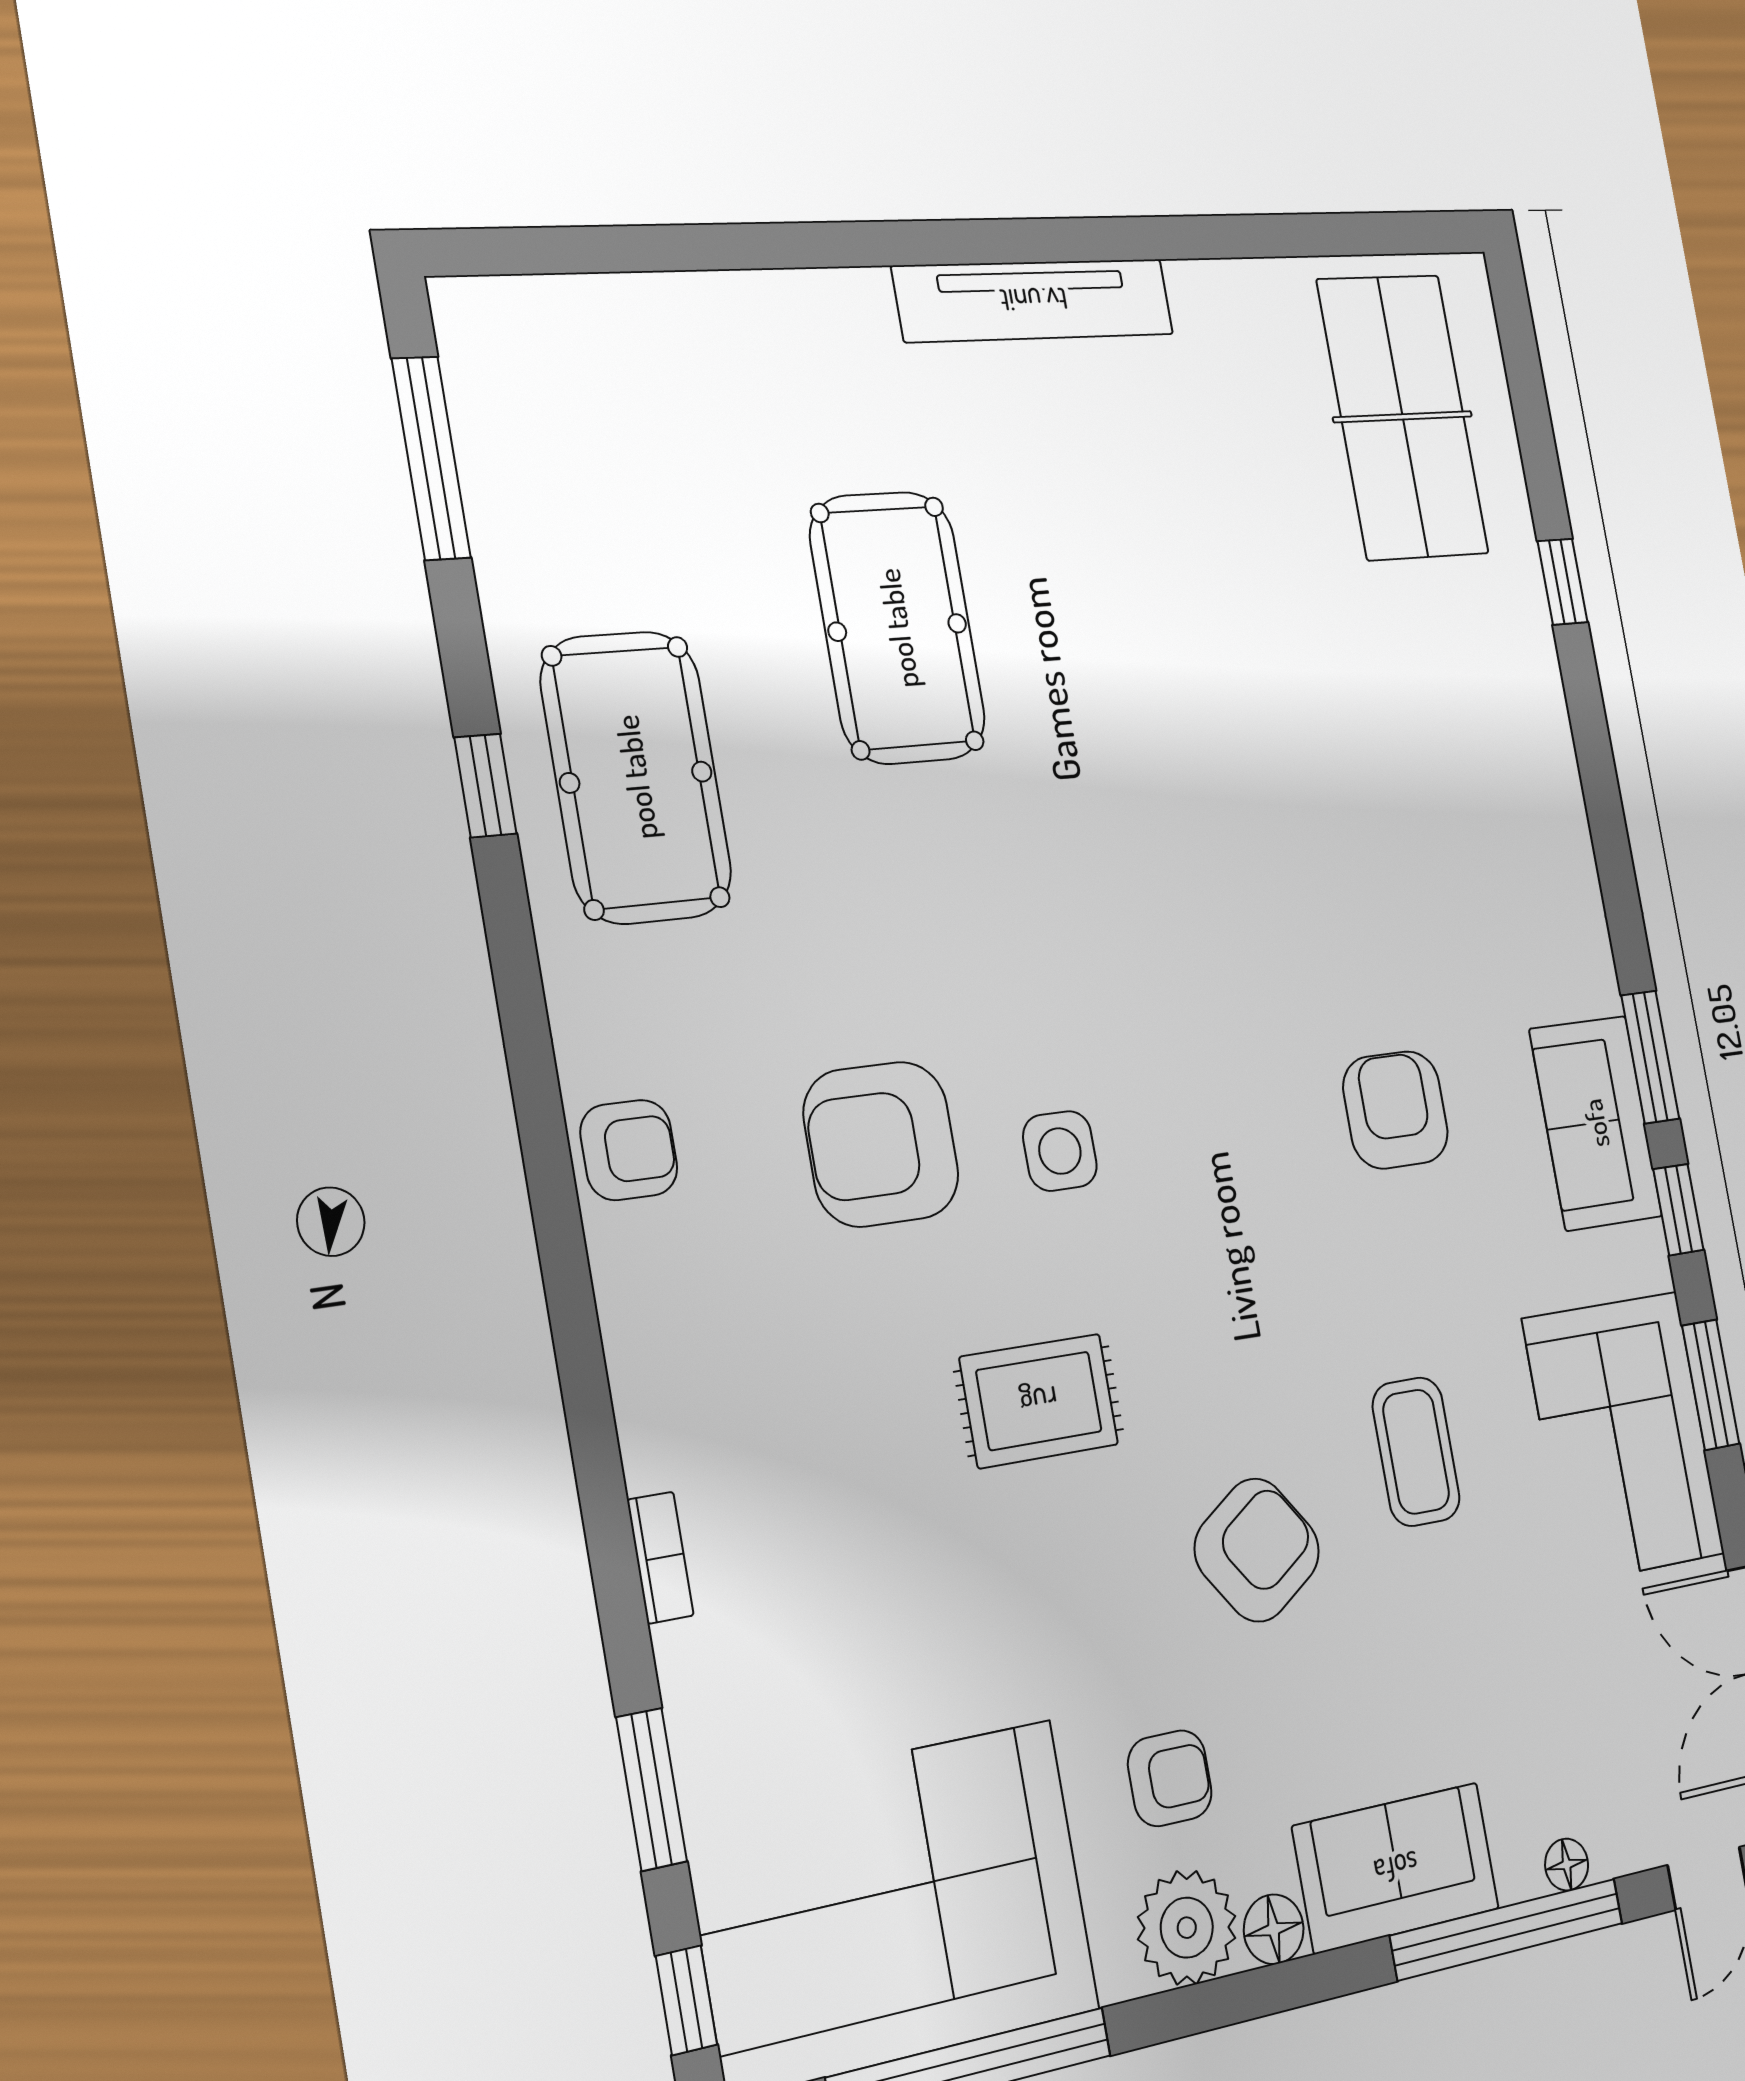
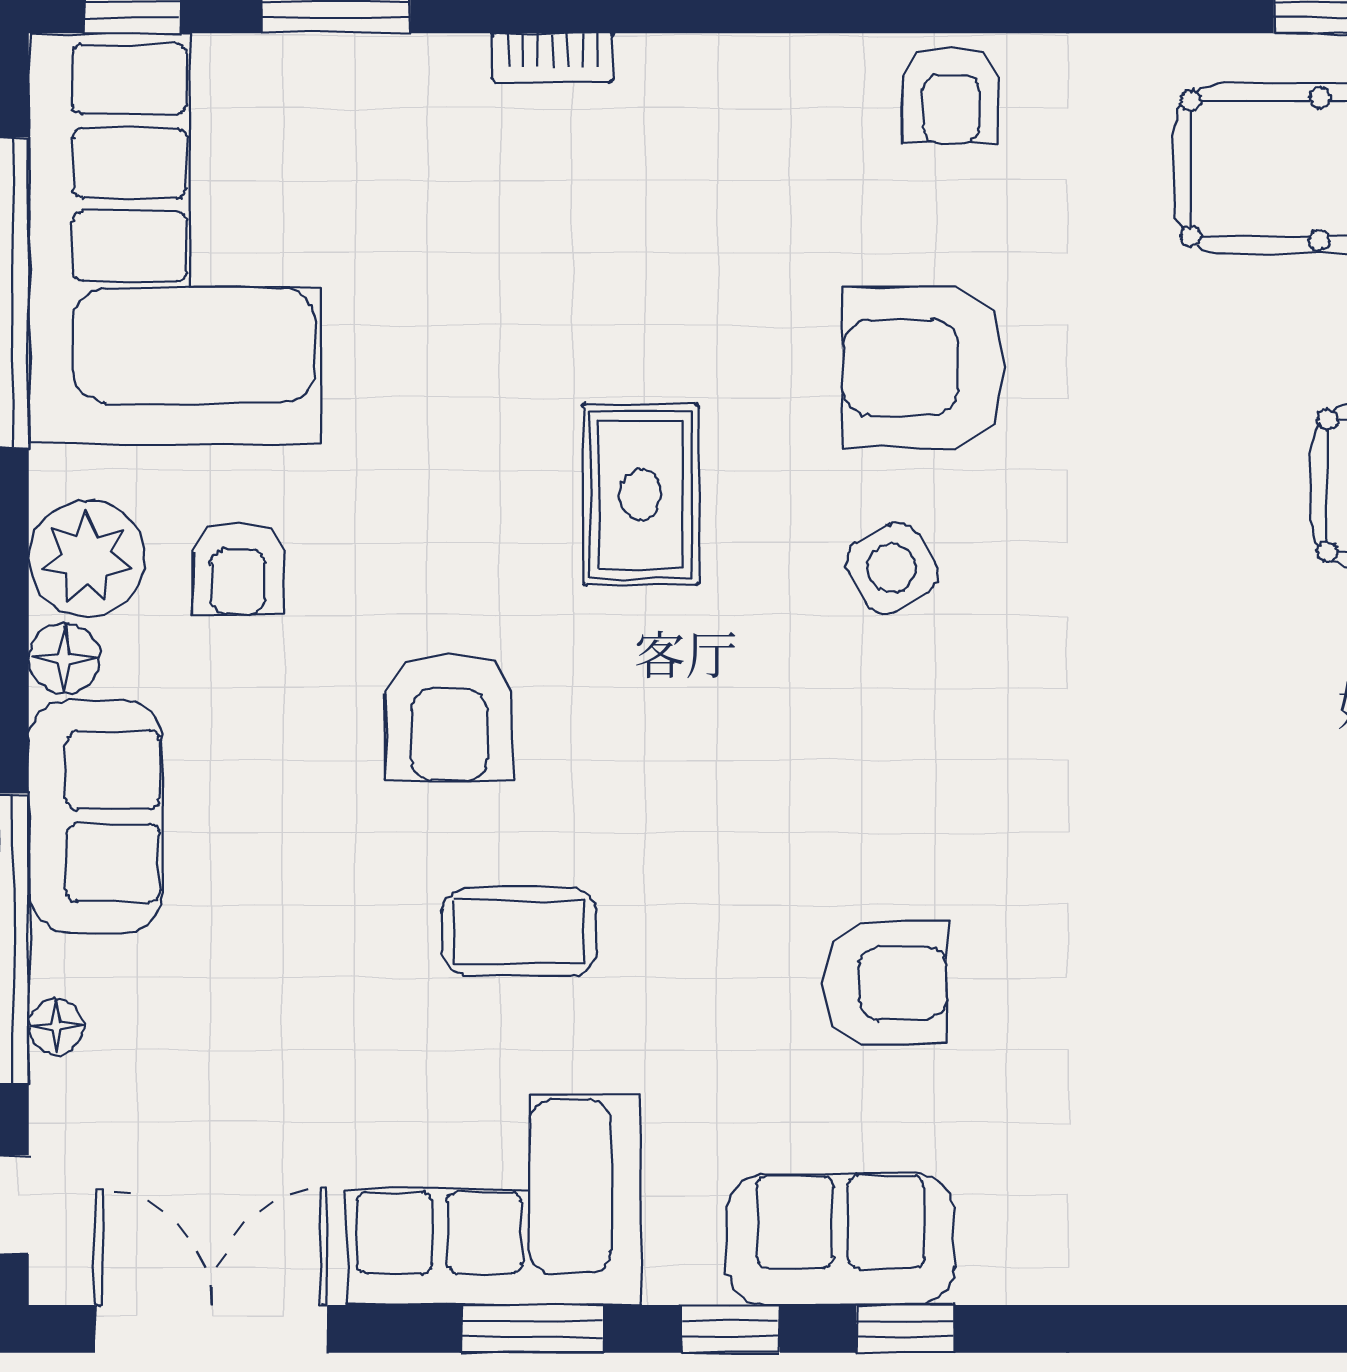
window: (1650, 1057) -> (905, 1329), width x0.67
armchair: (881, 1144) -> (923, 367), turned -90
side table: (1060, 1151) -> (891, 568), turned -30
armchair: (1257, 1550) -> (449, 717), turned 35

